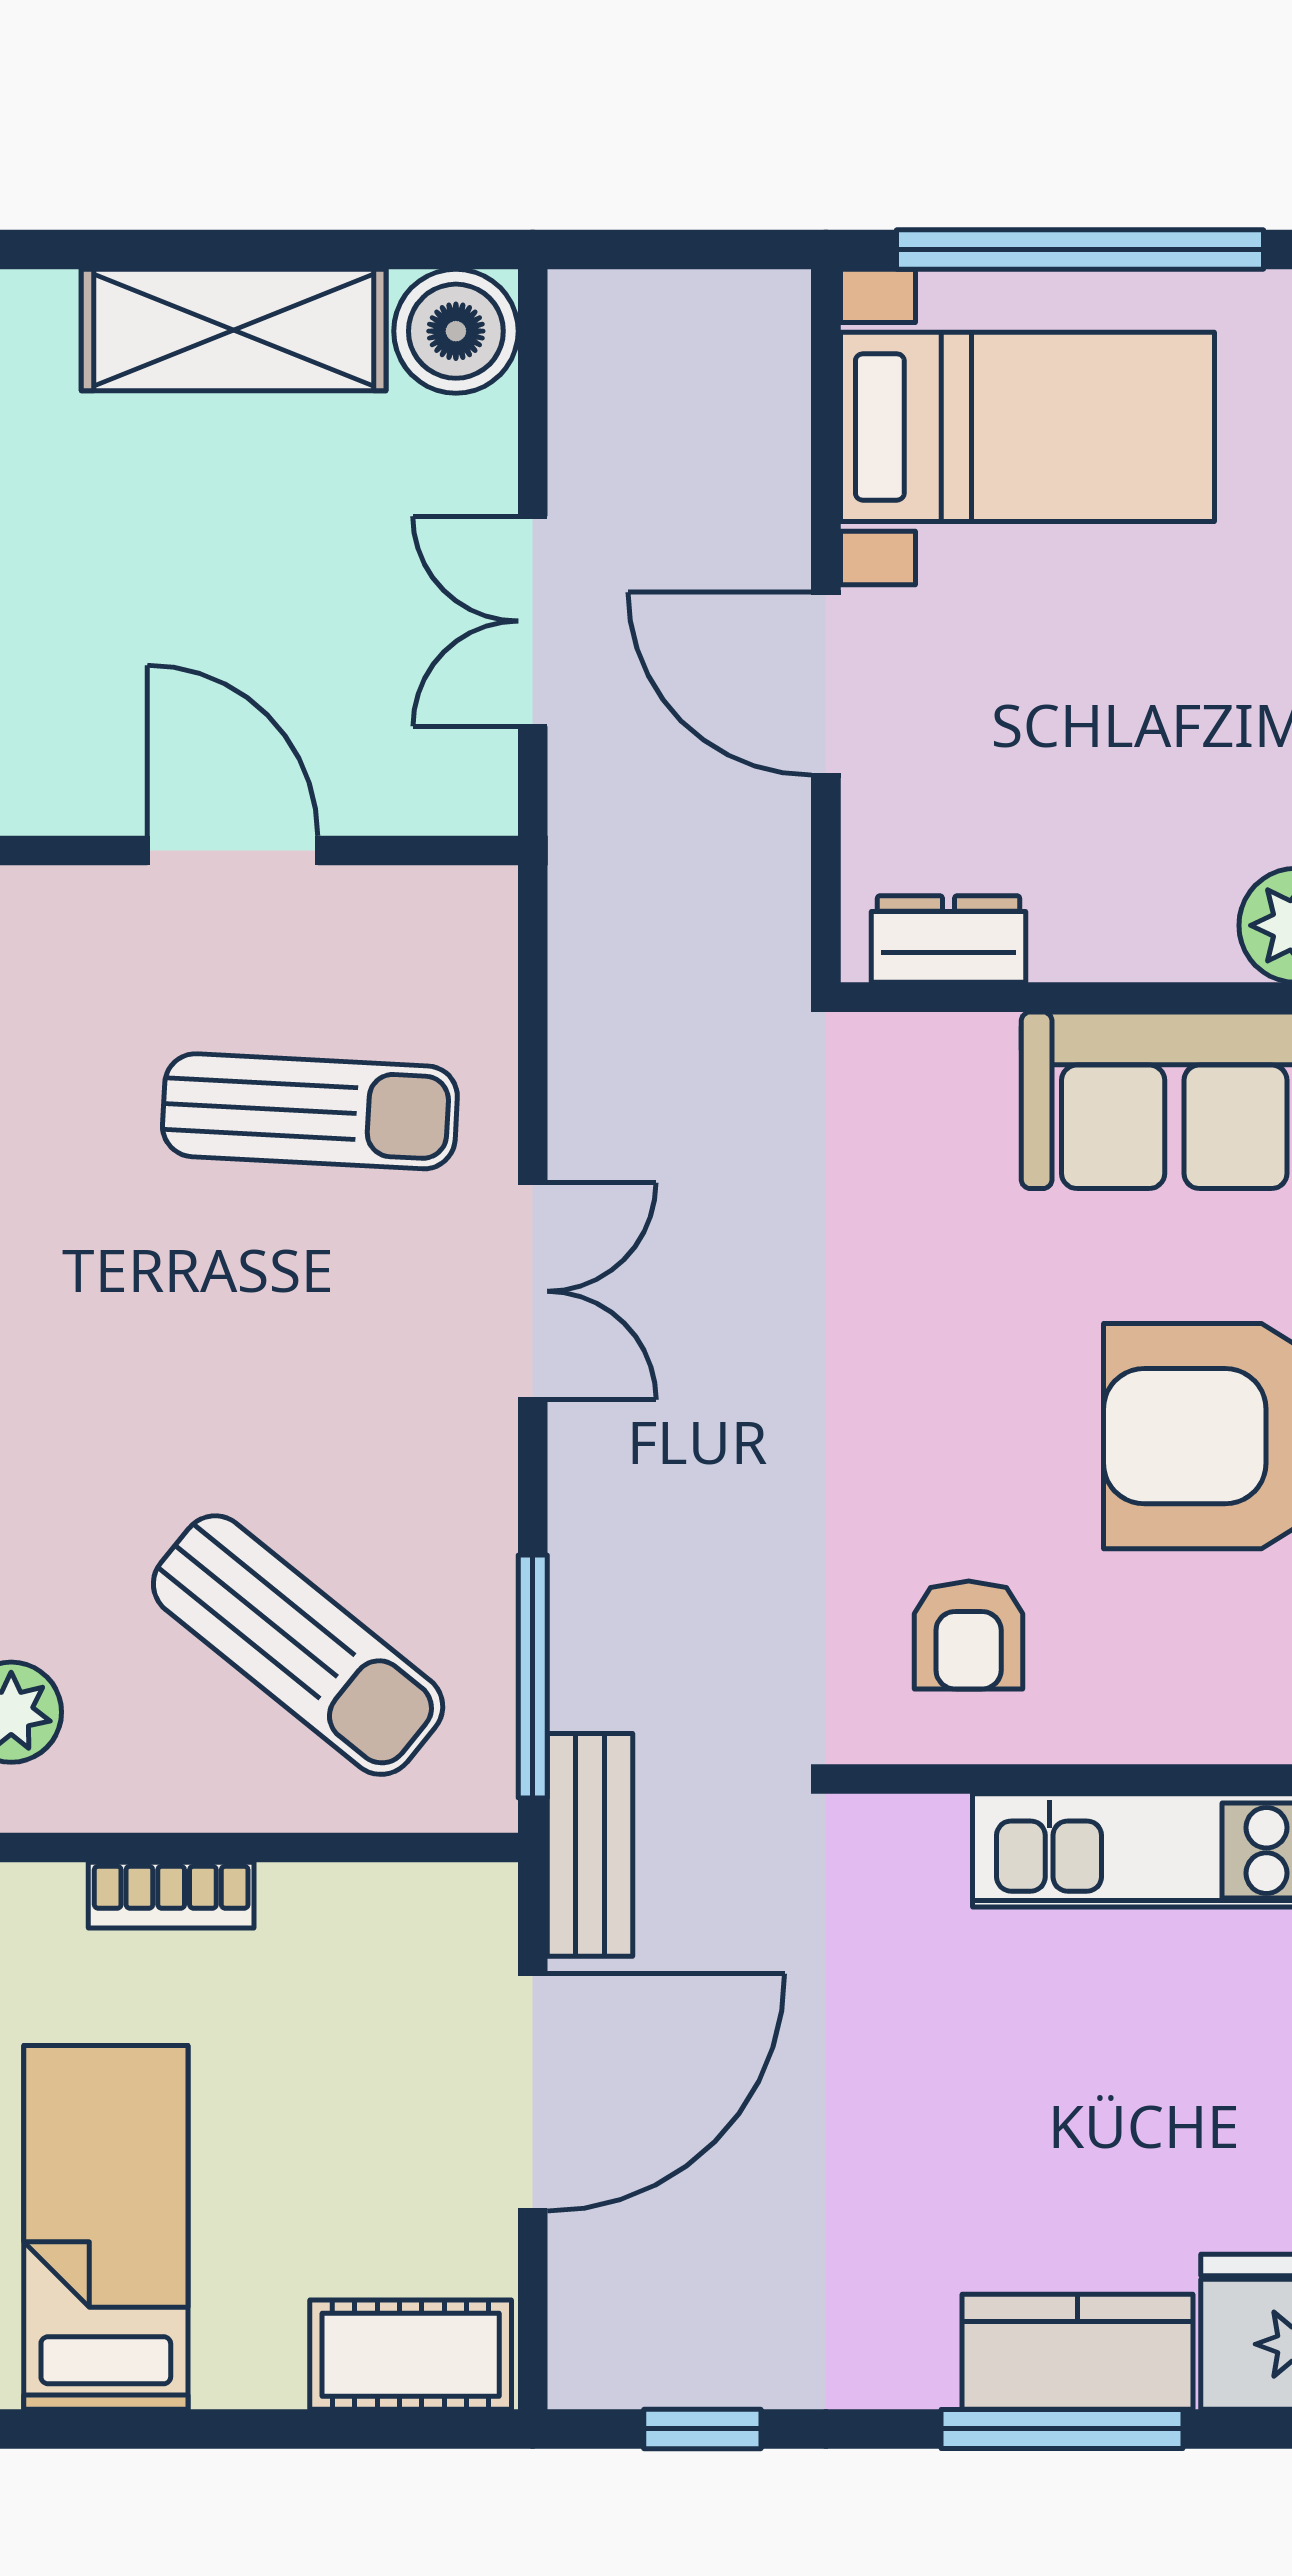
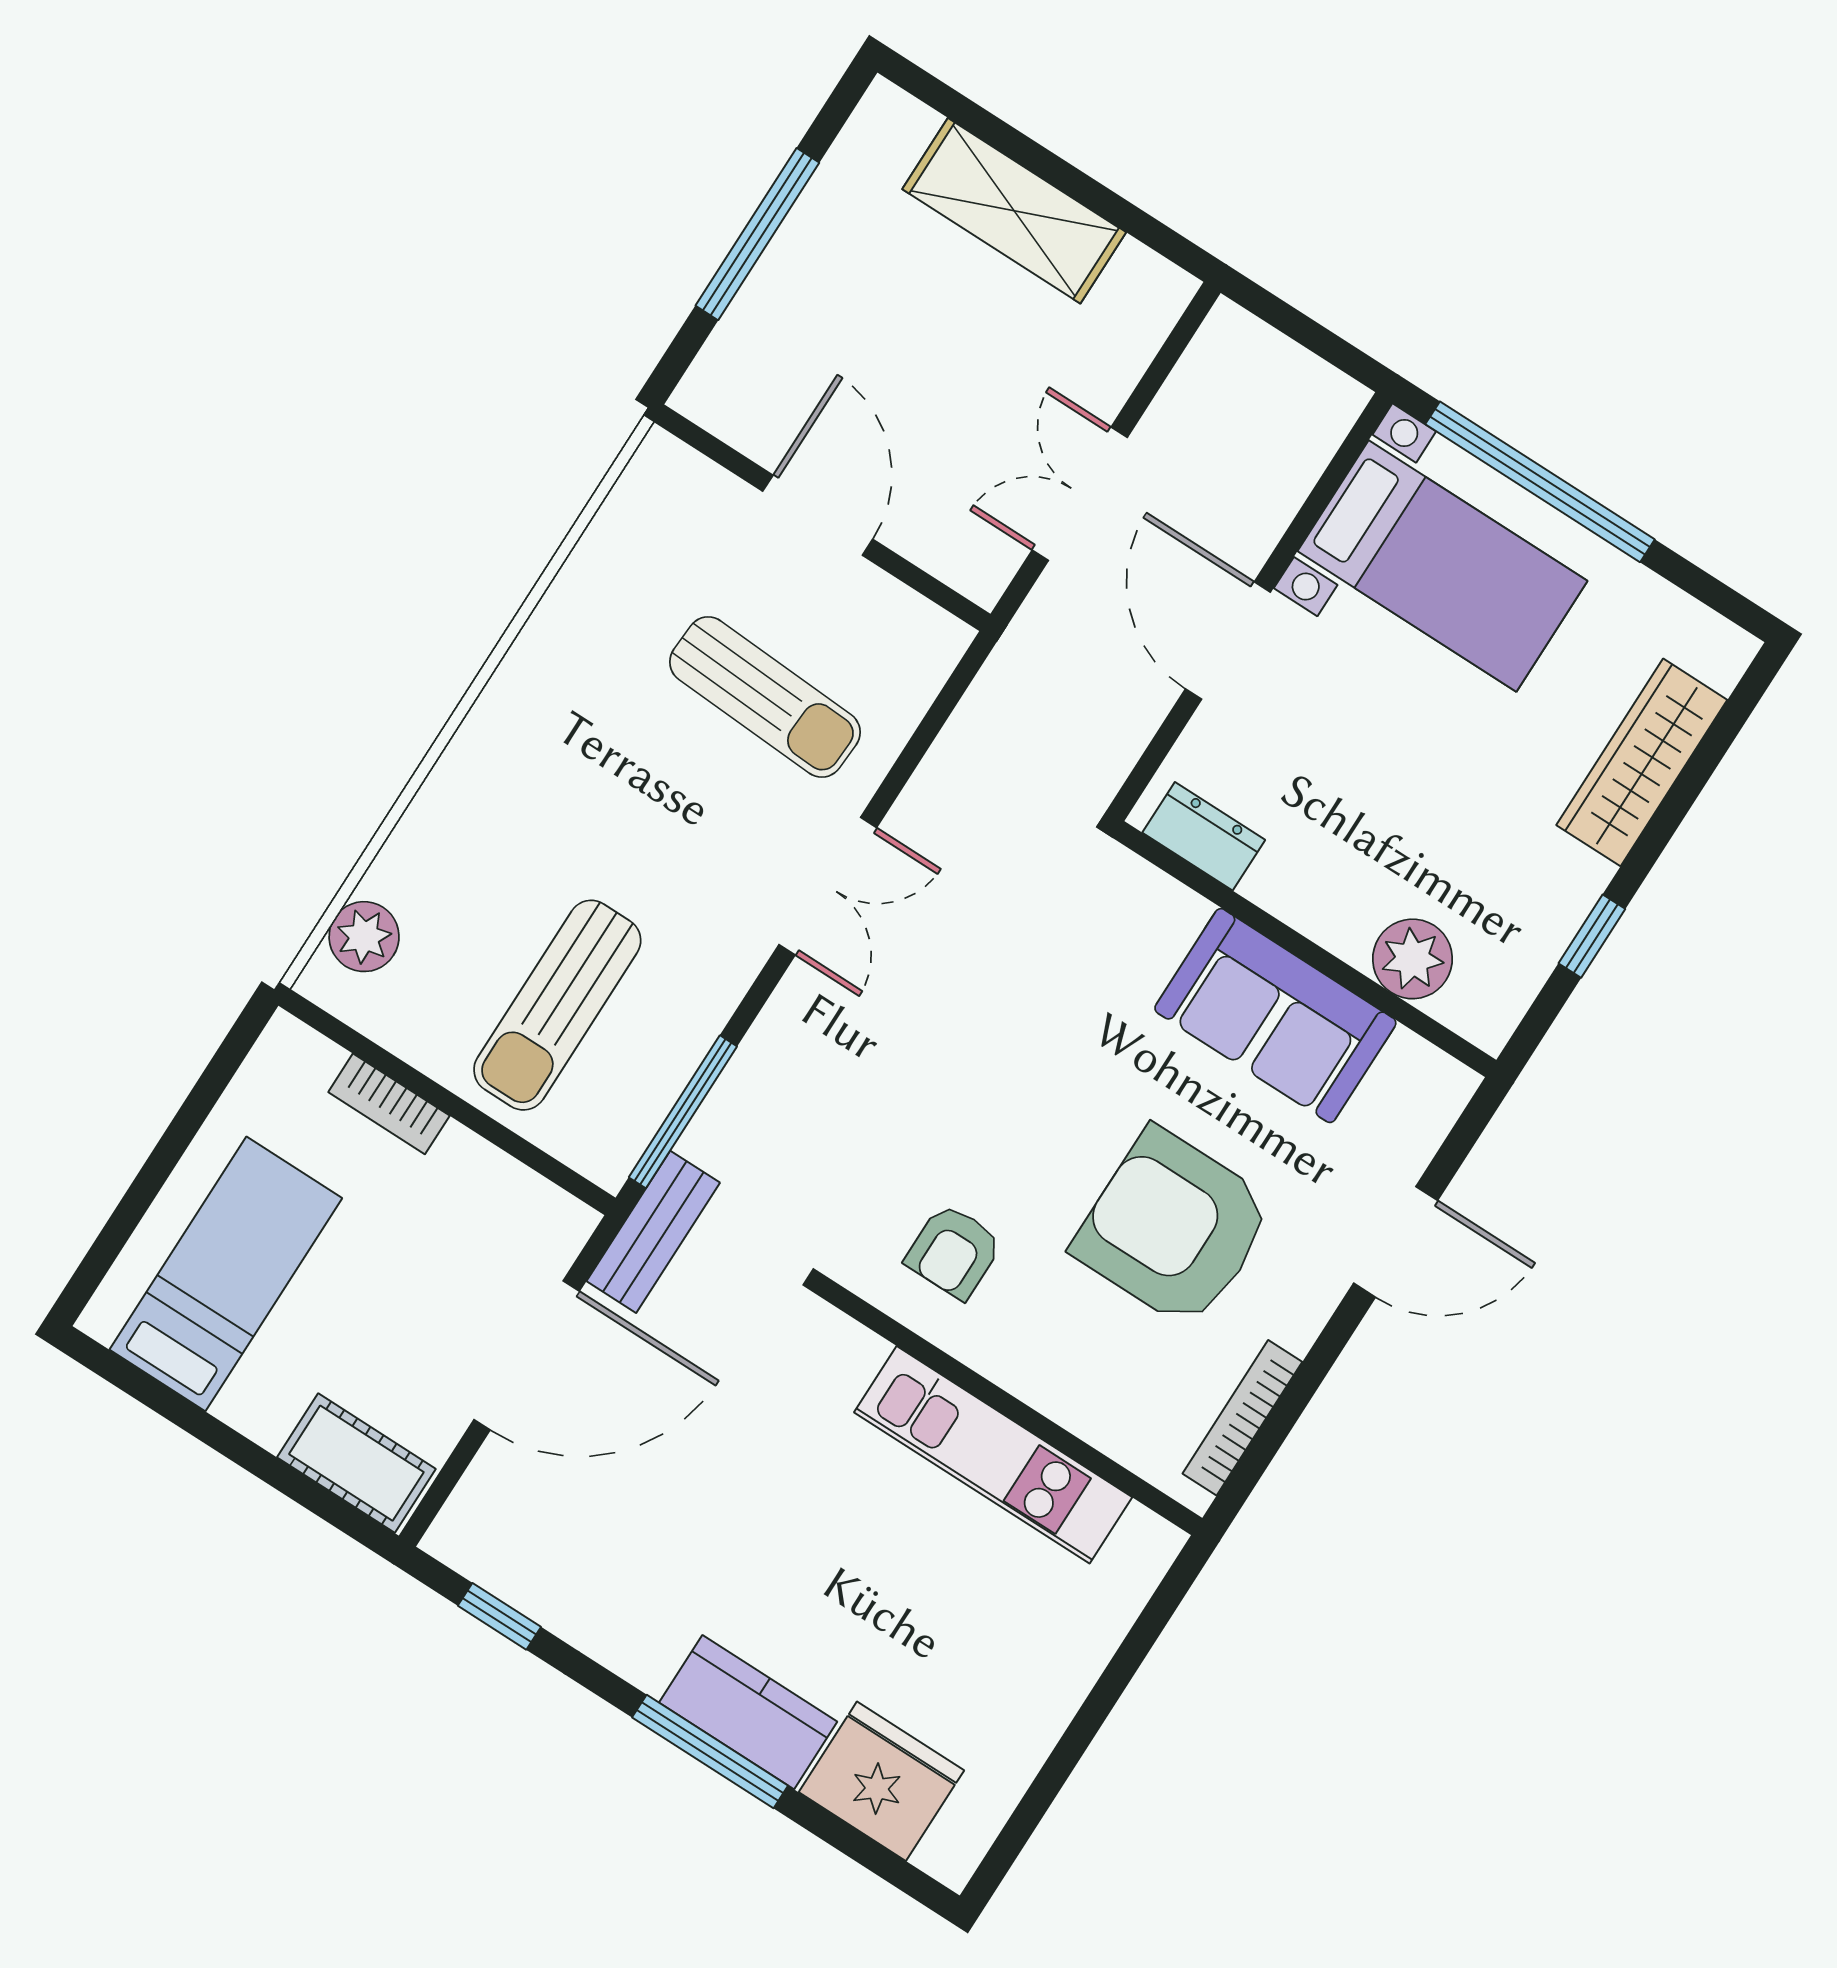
boiler: (456, 331) -> (1144, 295), removed
sun lounger: (298, 1645) -> (557, 1005), turned 51

